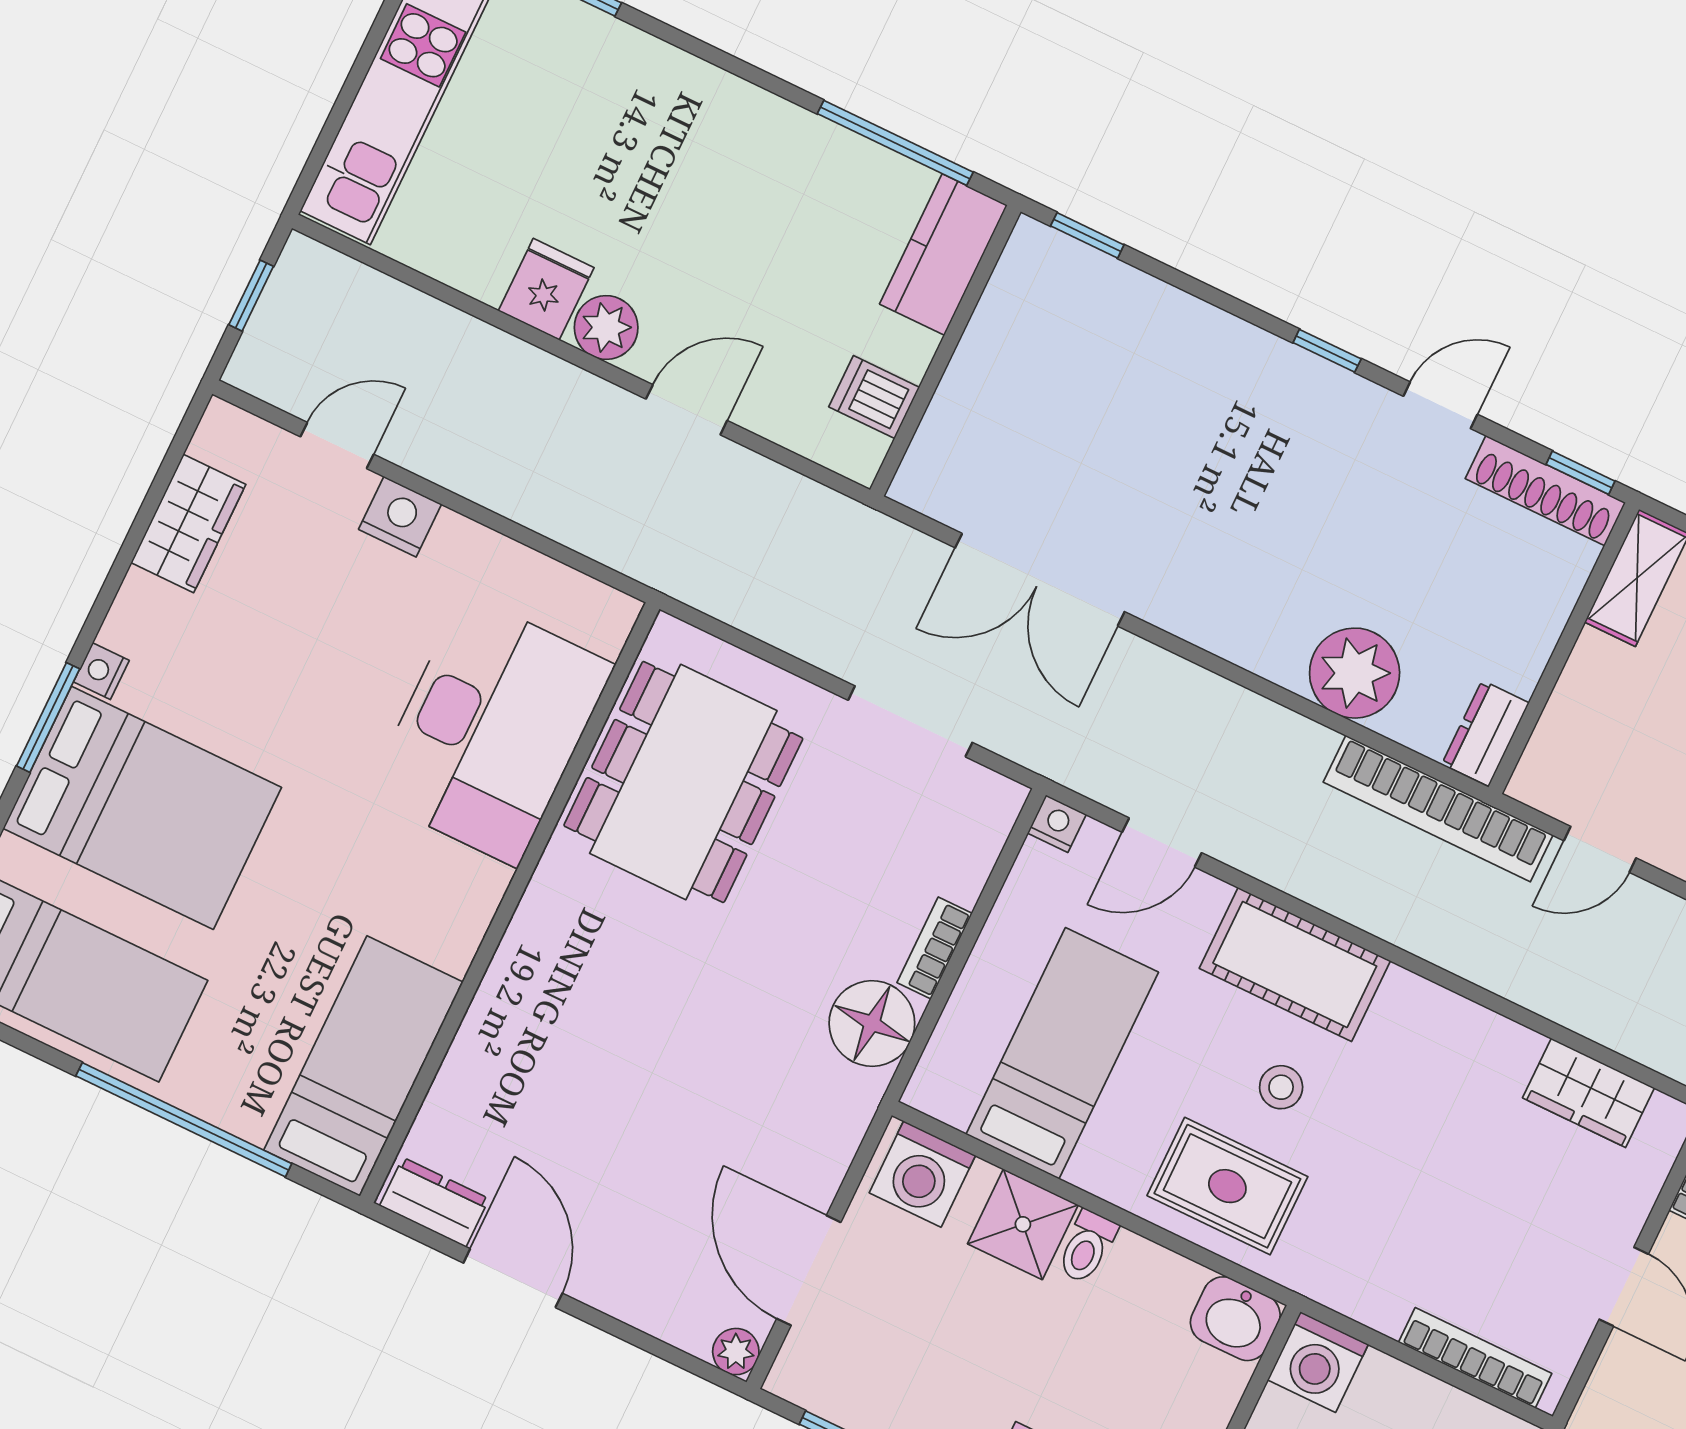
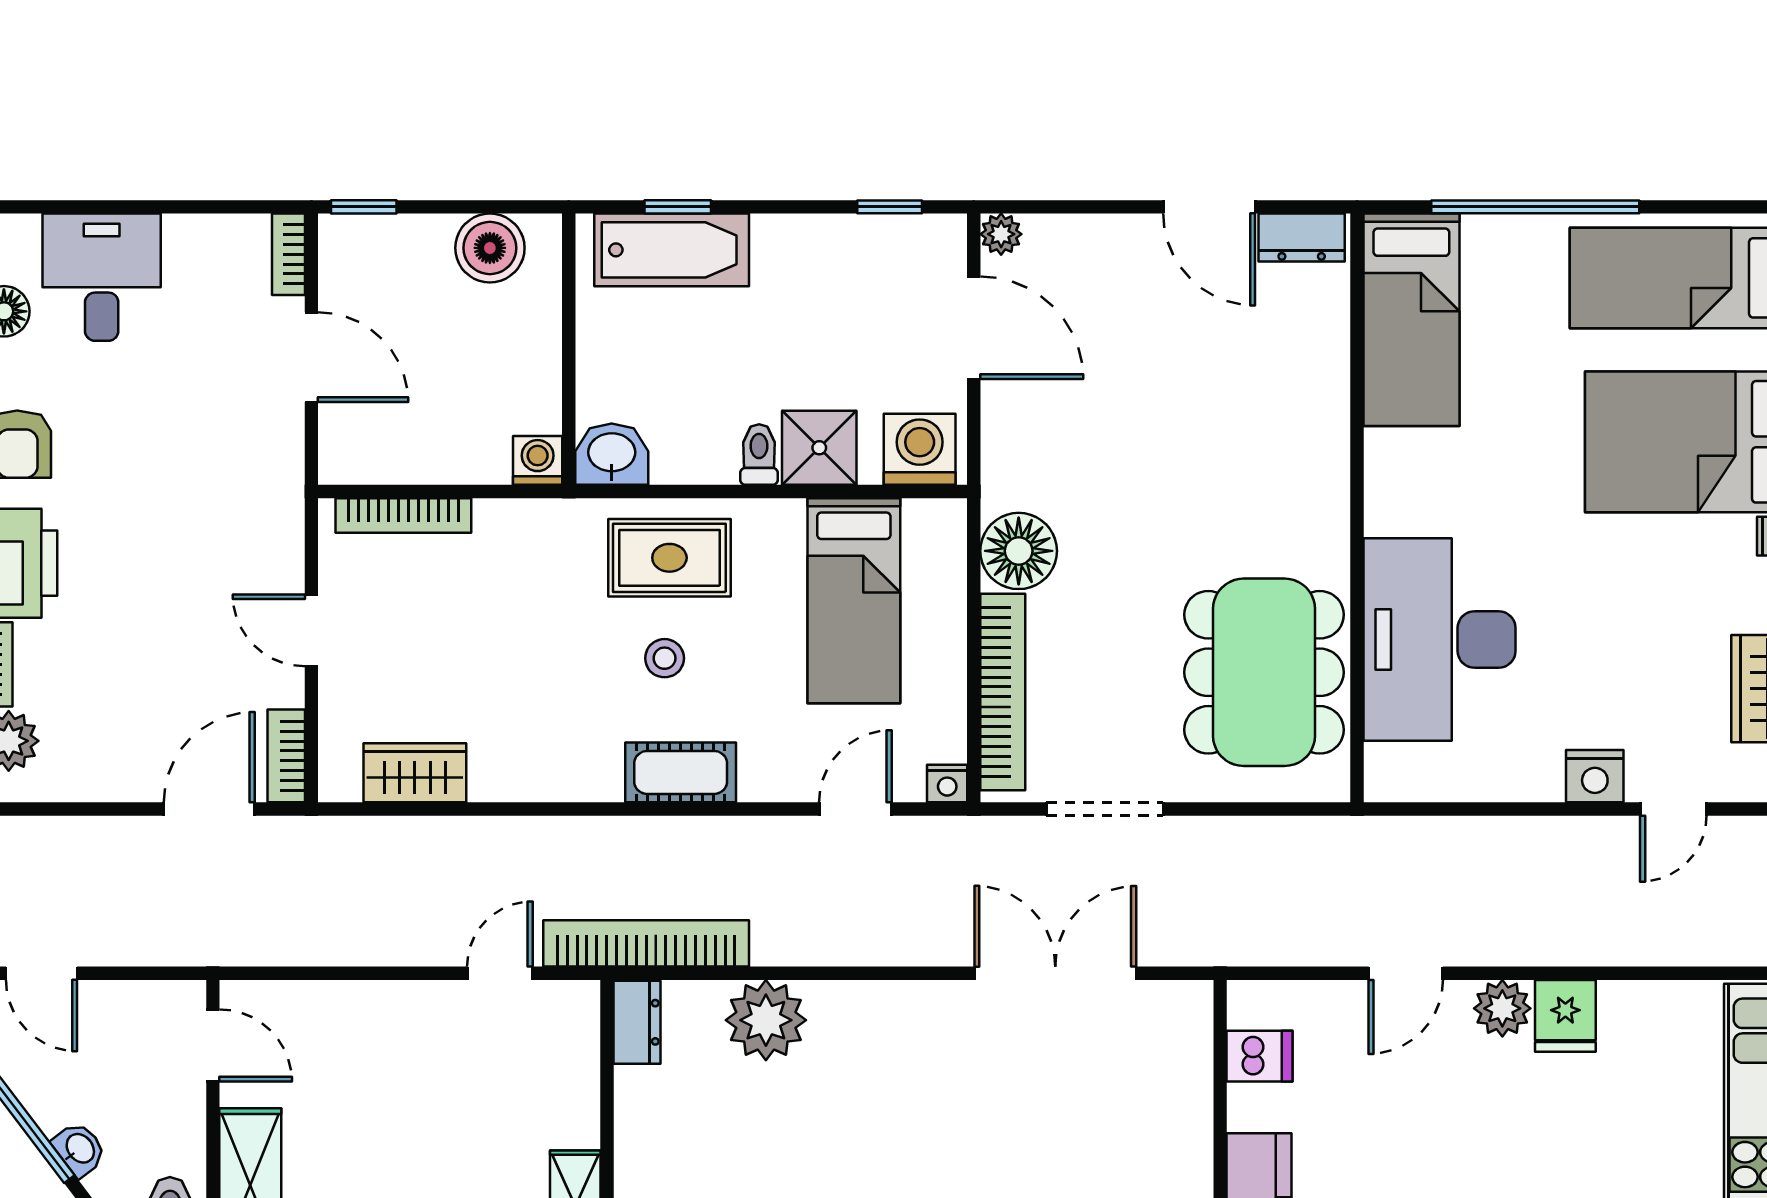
bookcase: (935, 948) -> (1003, 692), width x2.31, depth x1.31
cot: (1295, 965) -> (681, 772), width x0.73, depth x0.75
washing machine: (1318, 1362) -> (538, 460), width x0.73, depth x0.73

